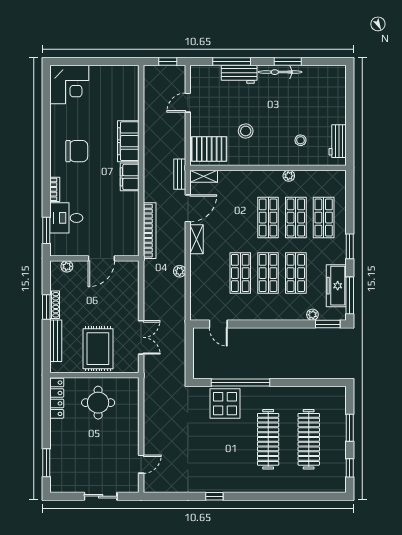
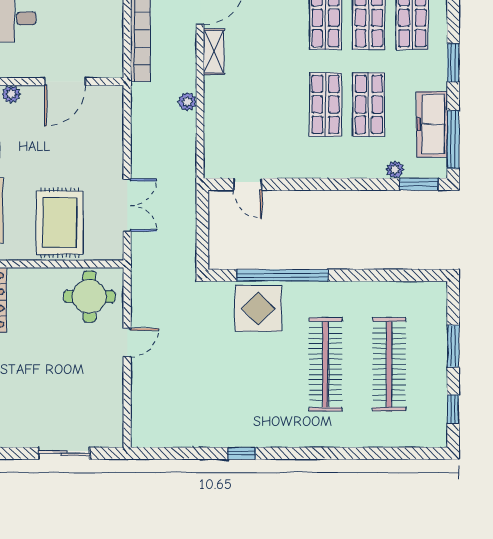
shop shelf: (240, 273) -> (282, 104), removed
round table: (98, 403) -> (89, 297), moved
door: (141, 464) -> (127, 342), moved

